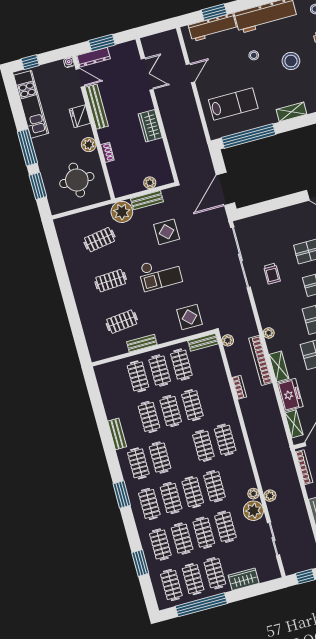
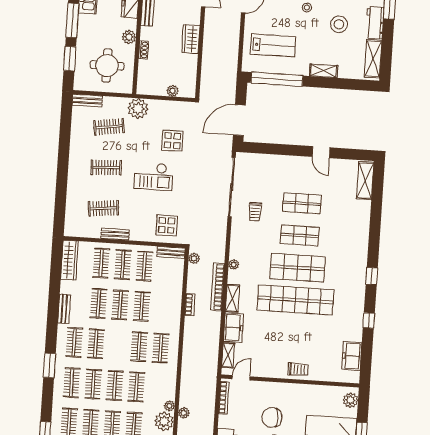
bench: (147, 200) -> (87, 101), moved
wardrobe: (106, 384) -> (69, 260), added

